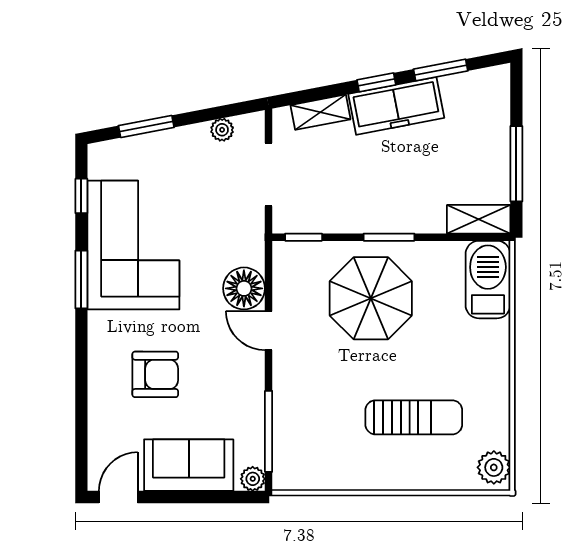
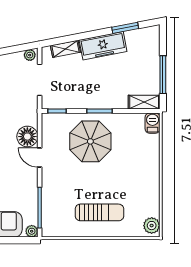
window: (376, 82) -> (93, 34), removed
plant: (222, 130) -> (30, 55), moved
barbecue: (488, 280) -> (153, 123), width x0.53, depth x0.65
sun lounger: (414, 417) -> (99, 212), moved

